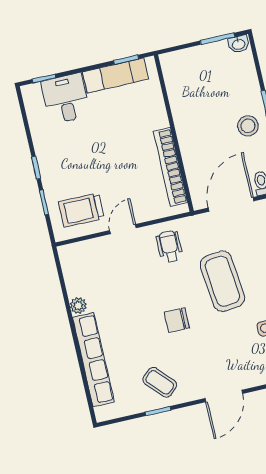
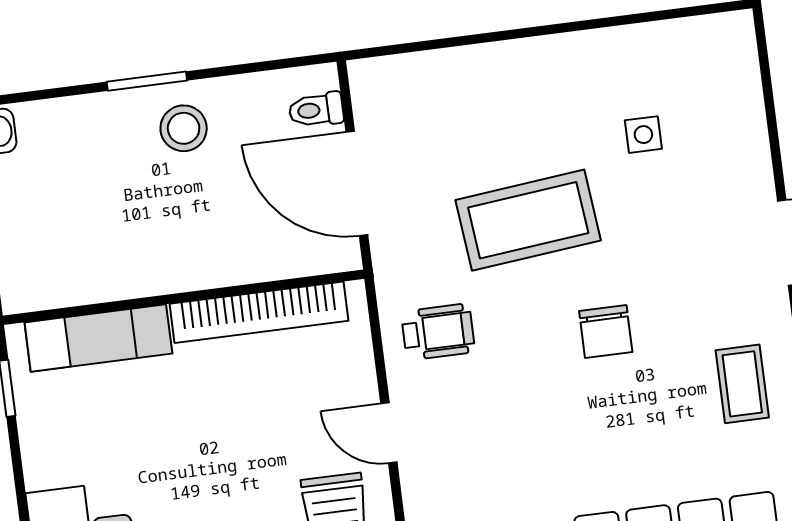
exam couch: (116, 75) -> (98, 338), moved, turned 90
wheelchair: (169, 246) -> (438, 332), turned 180
coffee table: (160, 382) -> (742, 384), turned -47

